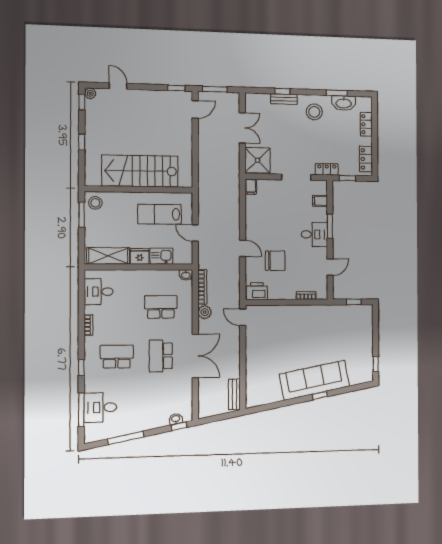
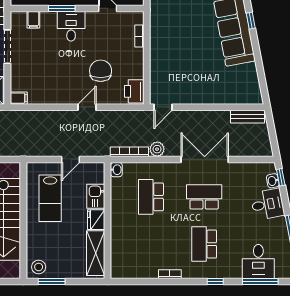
desk: (99, 292) -> (267, 204), moved, turned -101
school desk: (161, 356) -> (204, 197), turned 180

